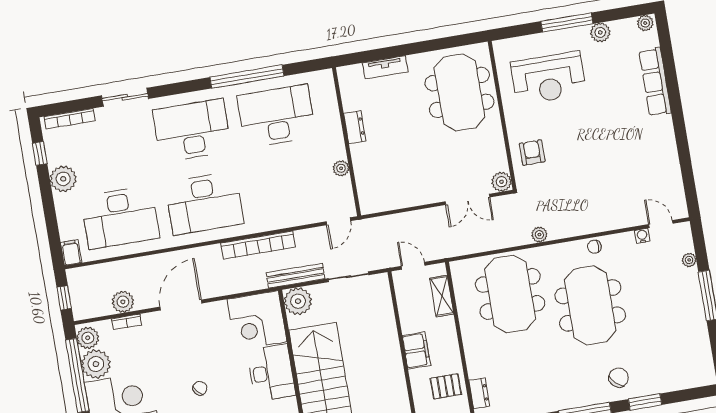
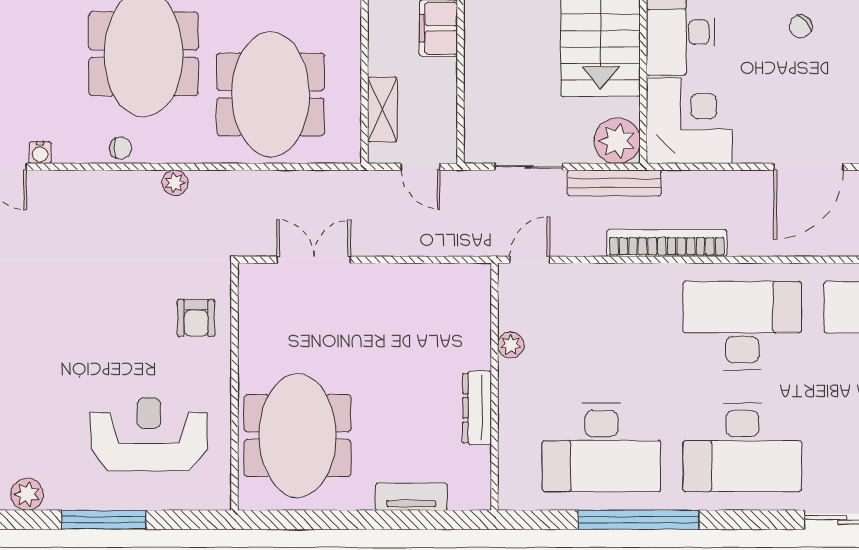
plant: (600, 32) -> (27, 494), moved
dresser: (355, 127) -> (477, 408), width x1.44
plant: (501, 182) -> (254, 279), removed
plant: (539, 235) -> (175, 183), moved

